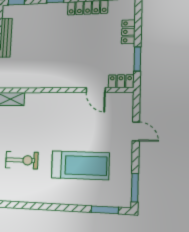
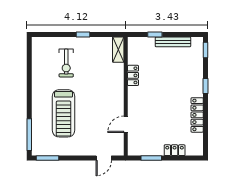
locker: (121, 81) -> (133, 75), moved
door: (136, 131) -> (104, 158), moved
window: (105, 210) -> (29, 135), width x1.44

